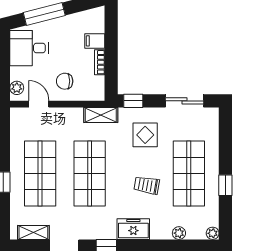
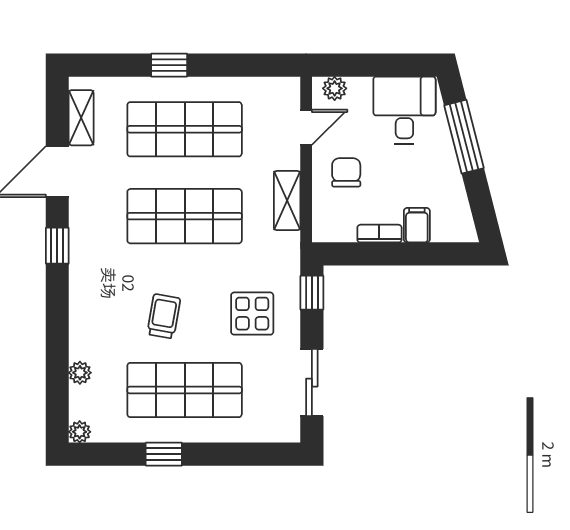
shelving: (101, 115) -> (287, 201), moved
freezer: (133, 229) -> (87, 293), removed

